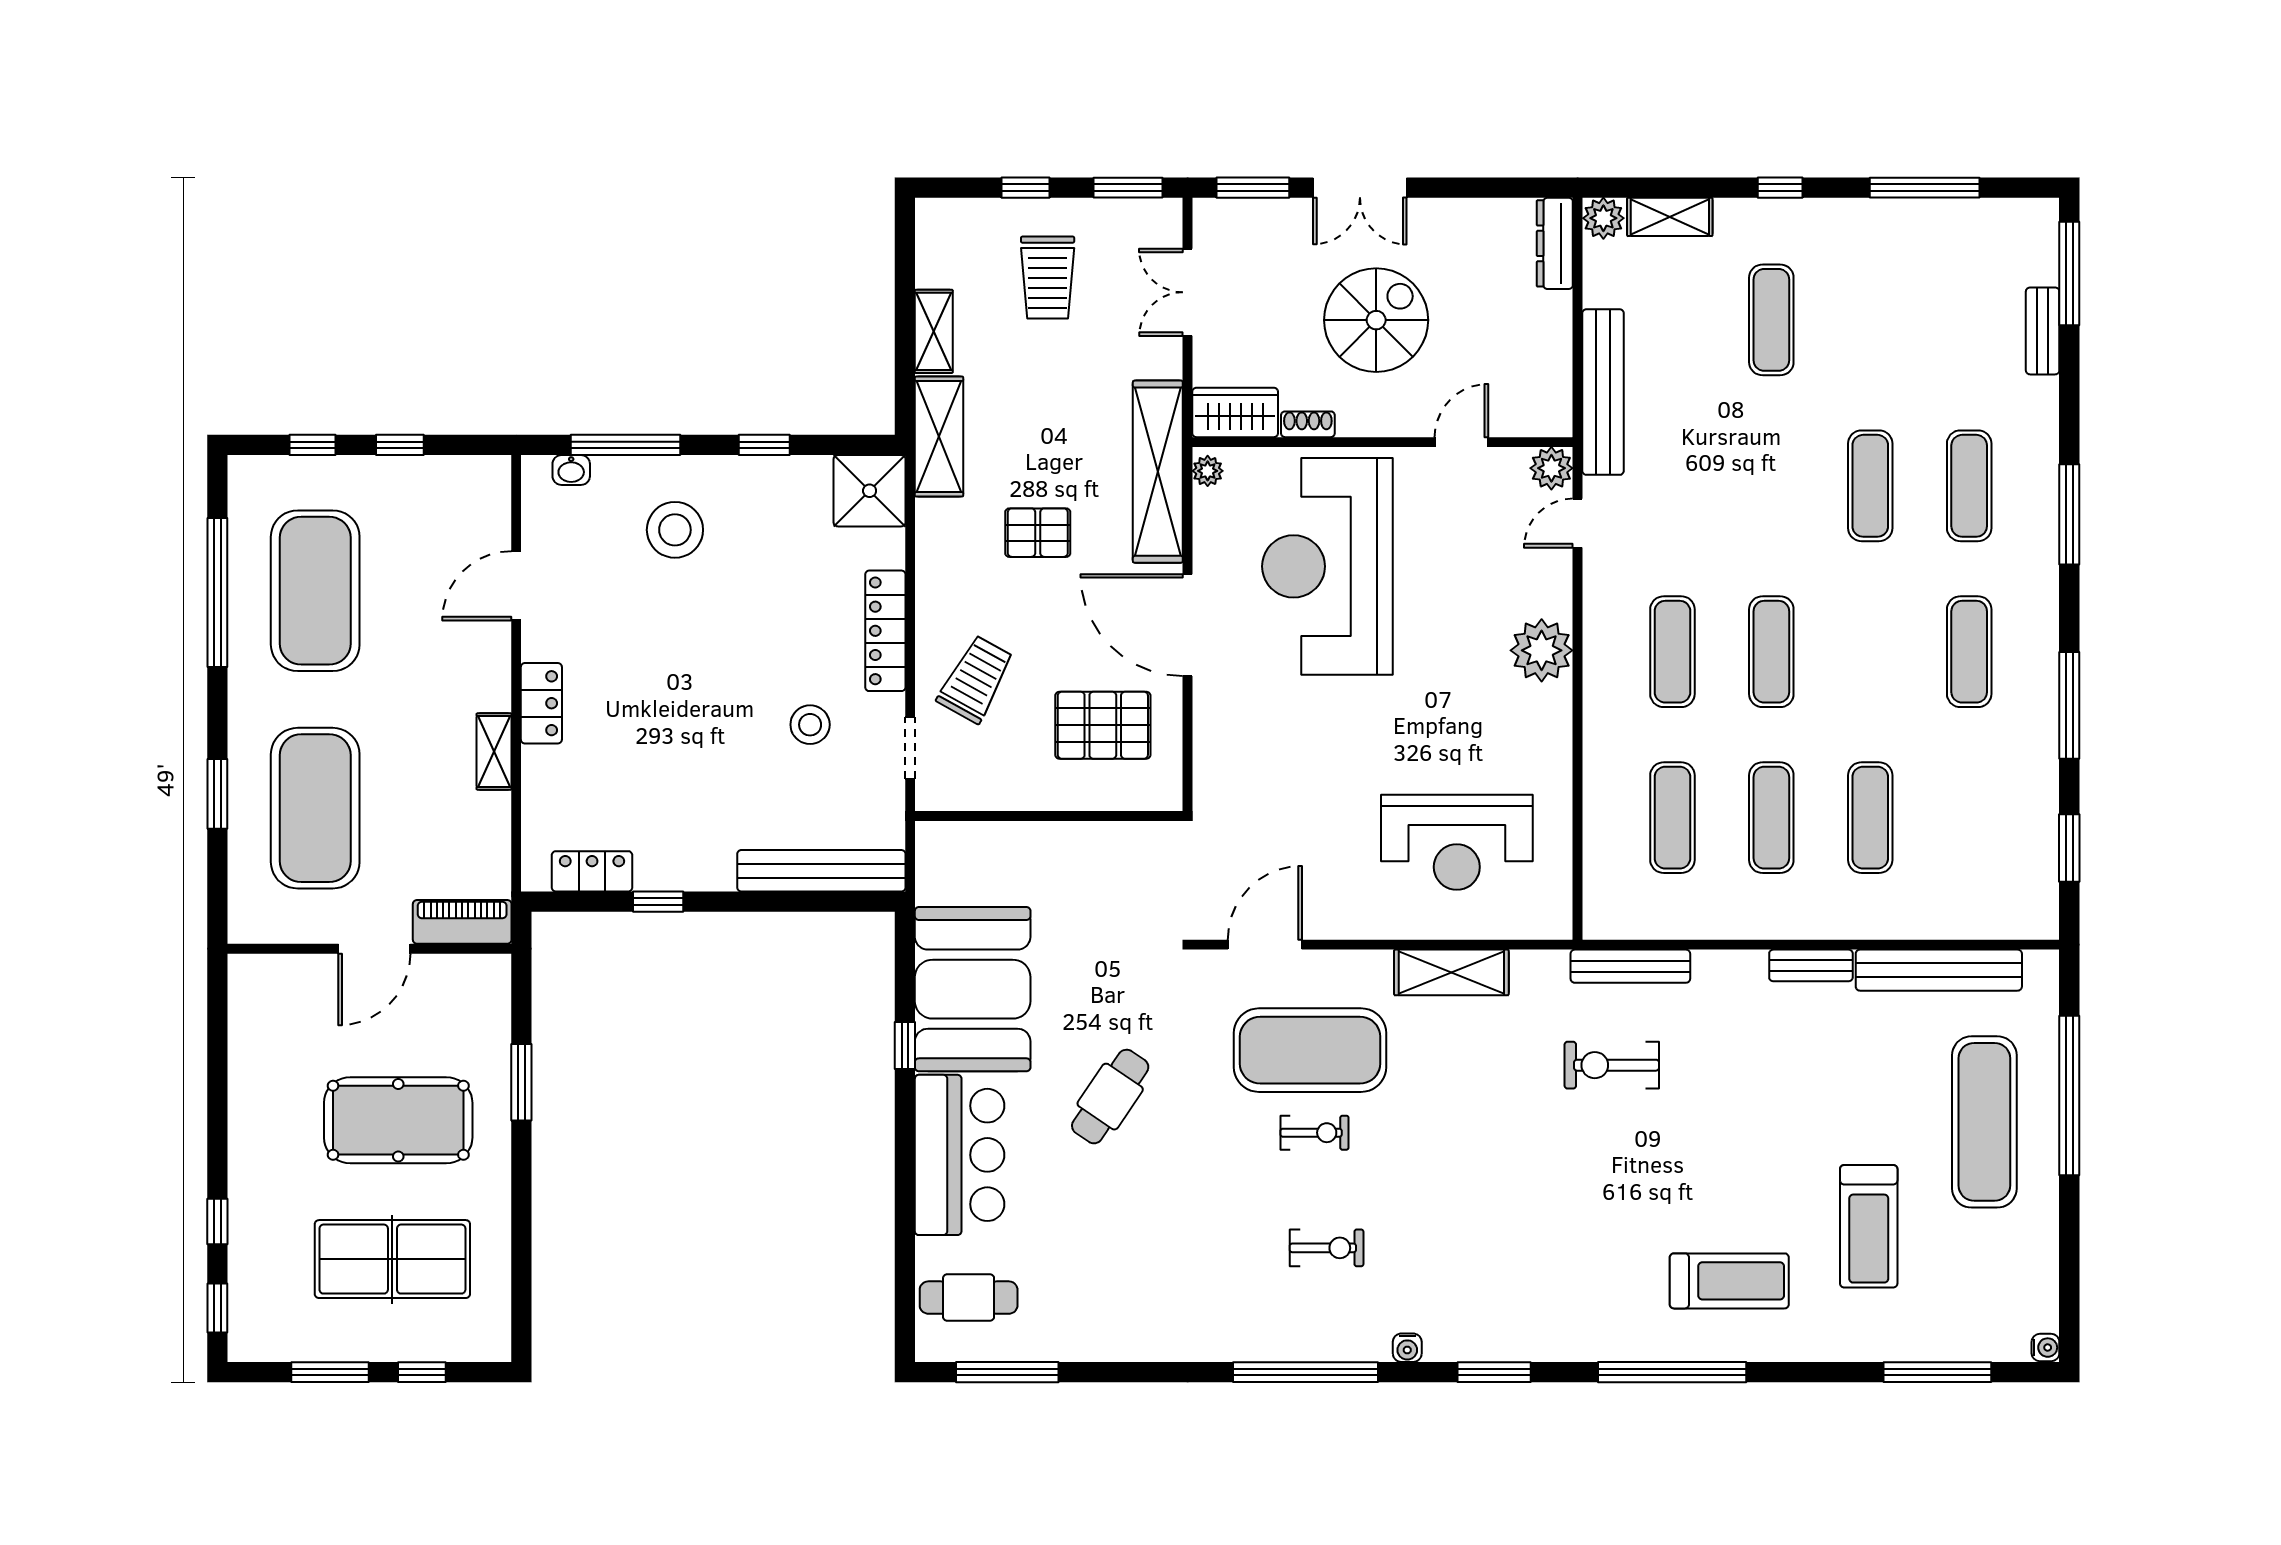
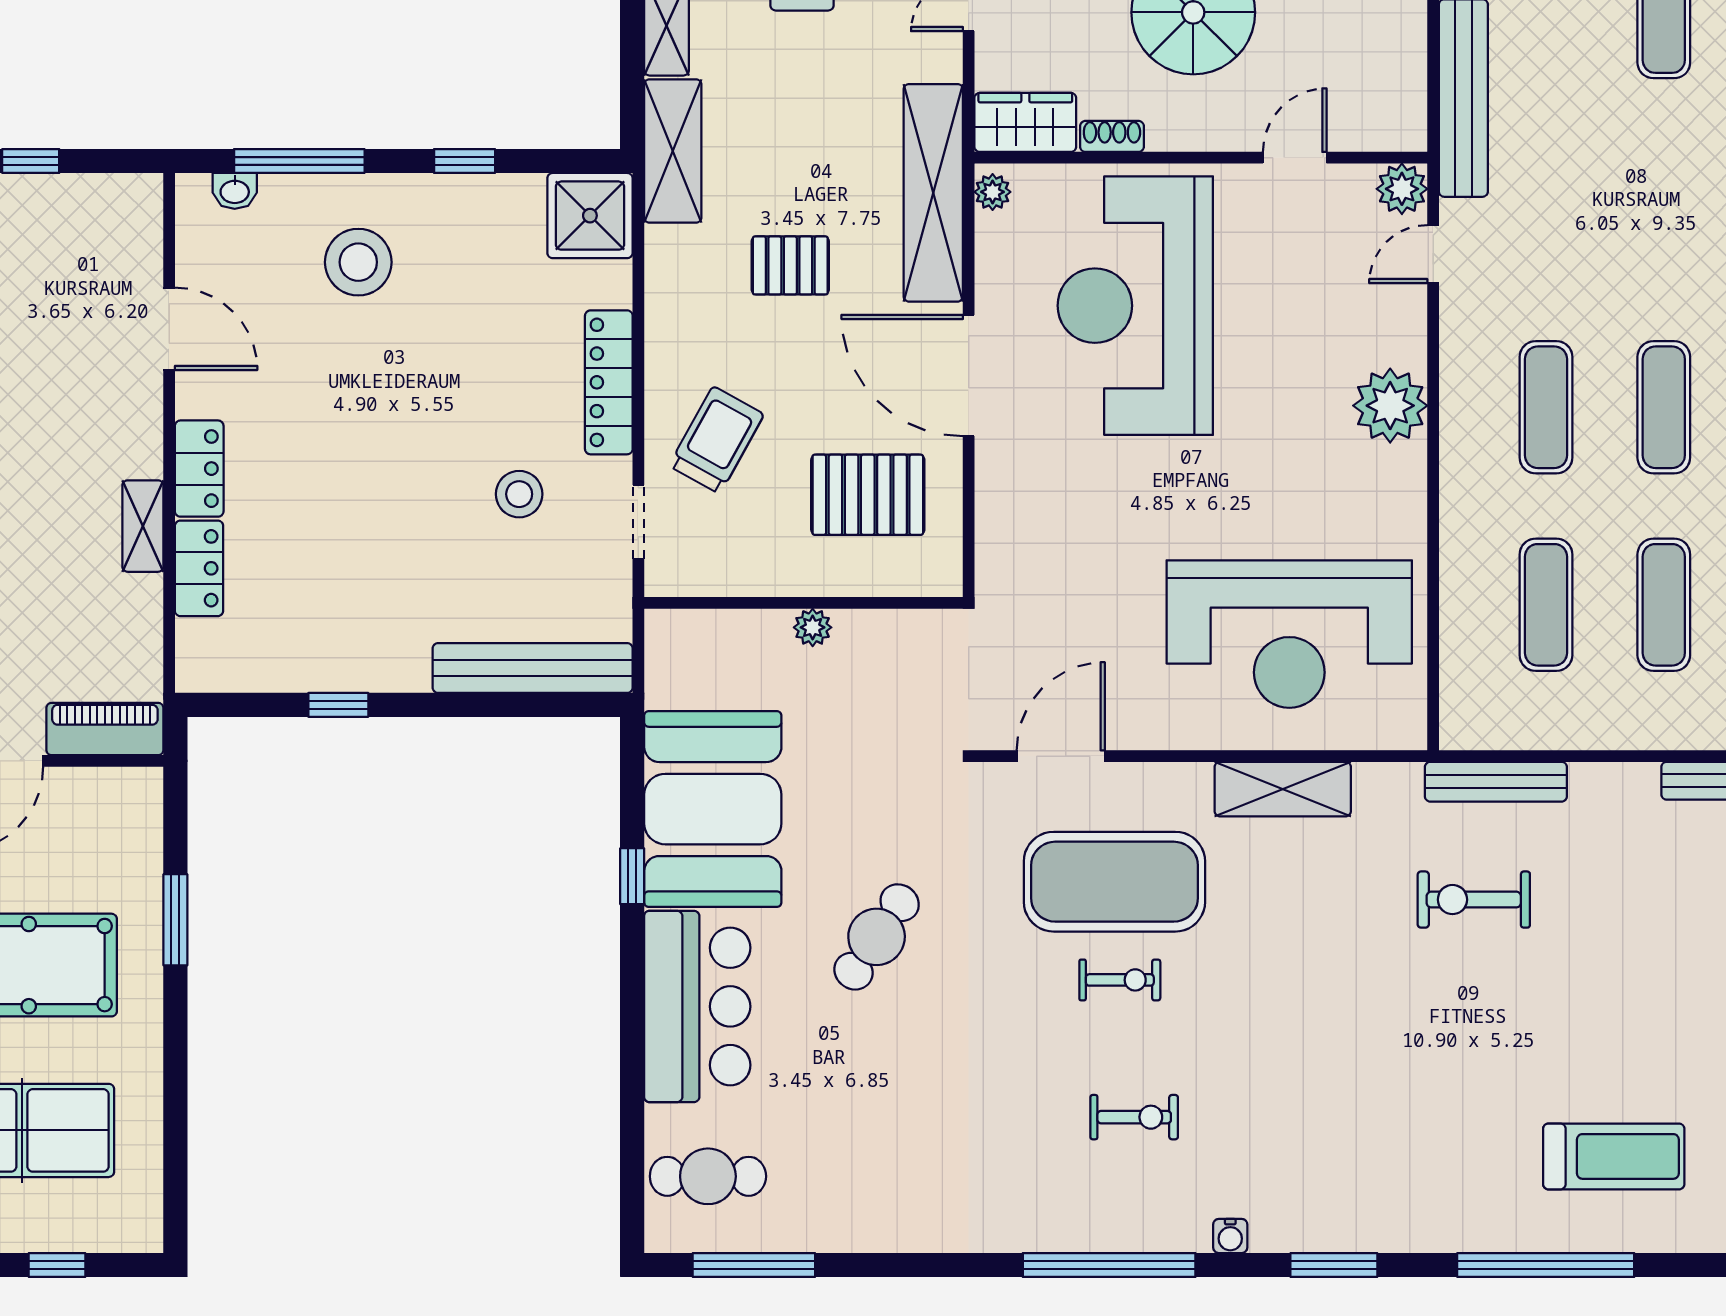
door: (516, 586) -> (169, 329), swing flipped
plant: (1056, 837) -> (813, 627), added
reception desk: (1457, 842) -> (1289, 634), width x1.36, depth x1.30
locker: (592, 871) -> (199, 568), moved, turned 90

